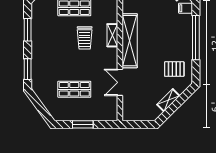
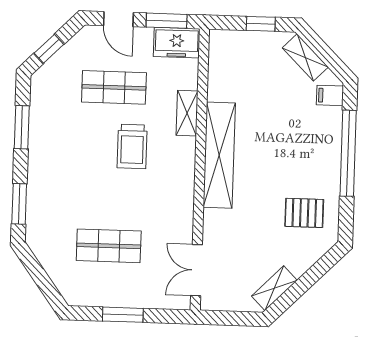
shelving: (112, 35) -> (187, 113), moved
double door: (120, 82) -> (197, 270), moved
shelving: (168, 100) -> (274, 288), moved

